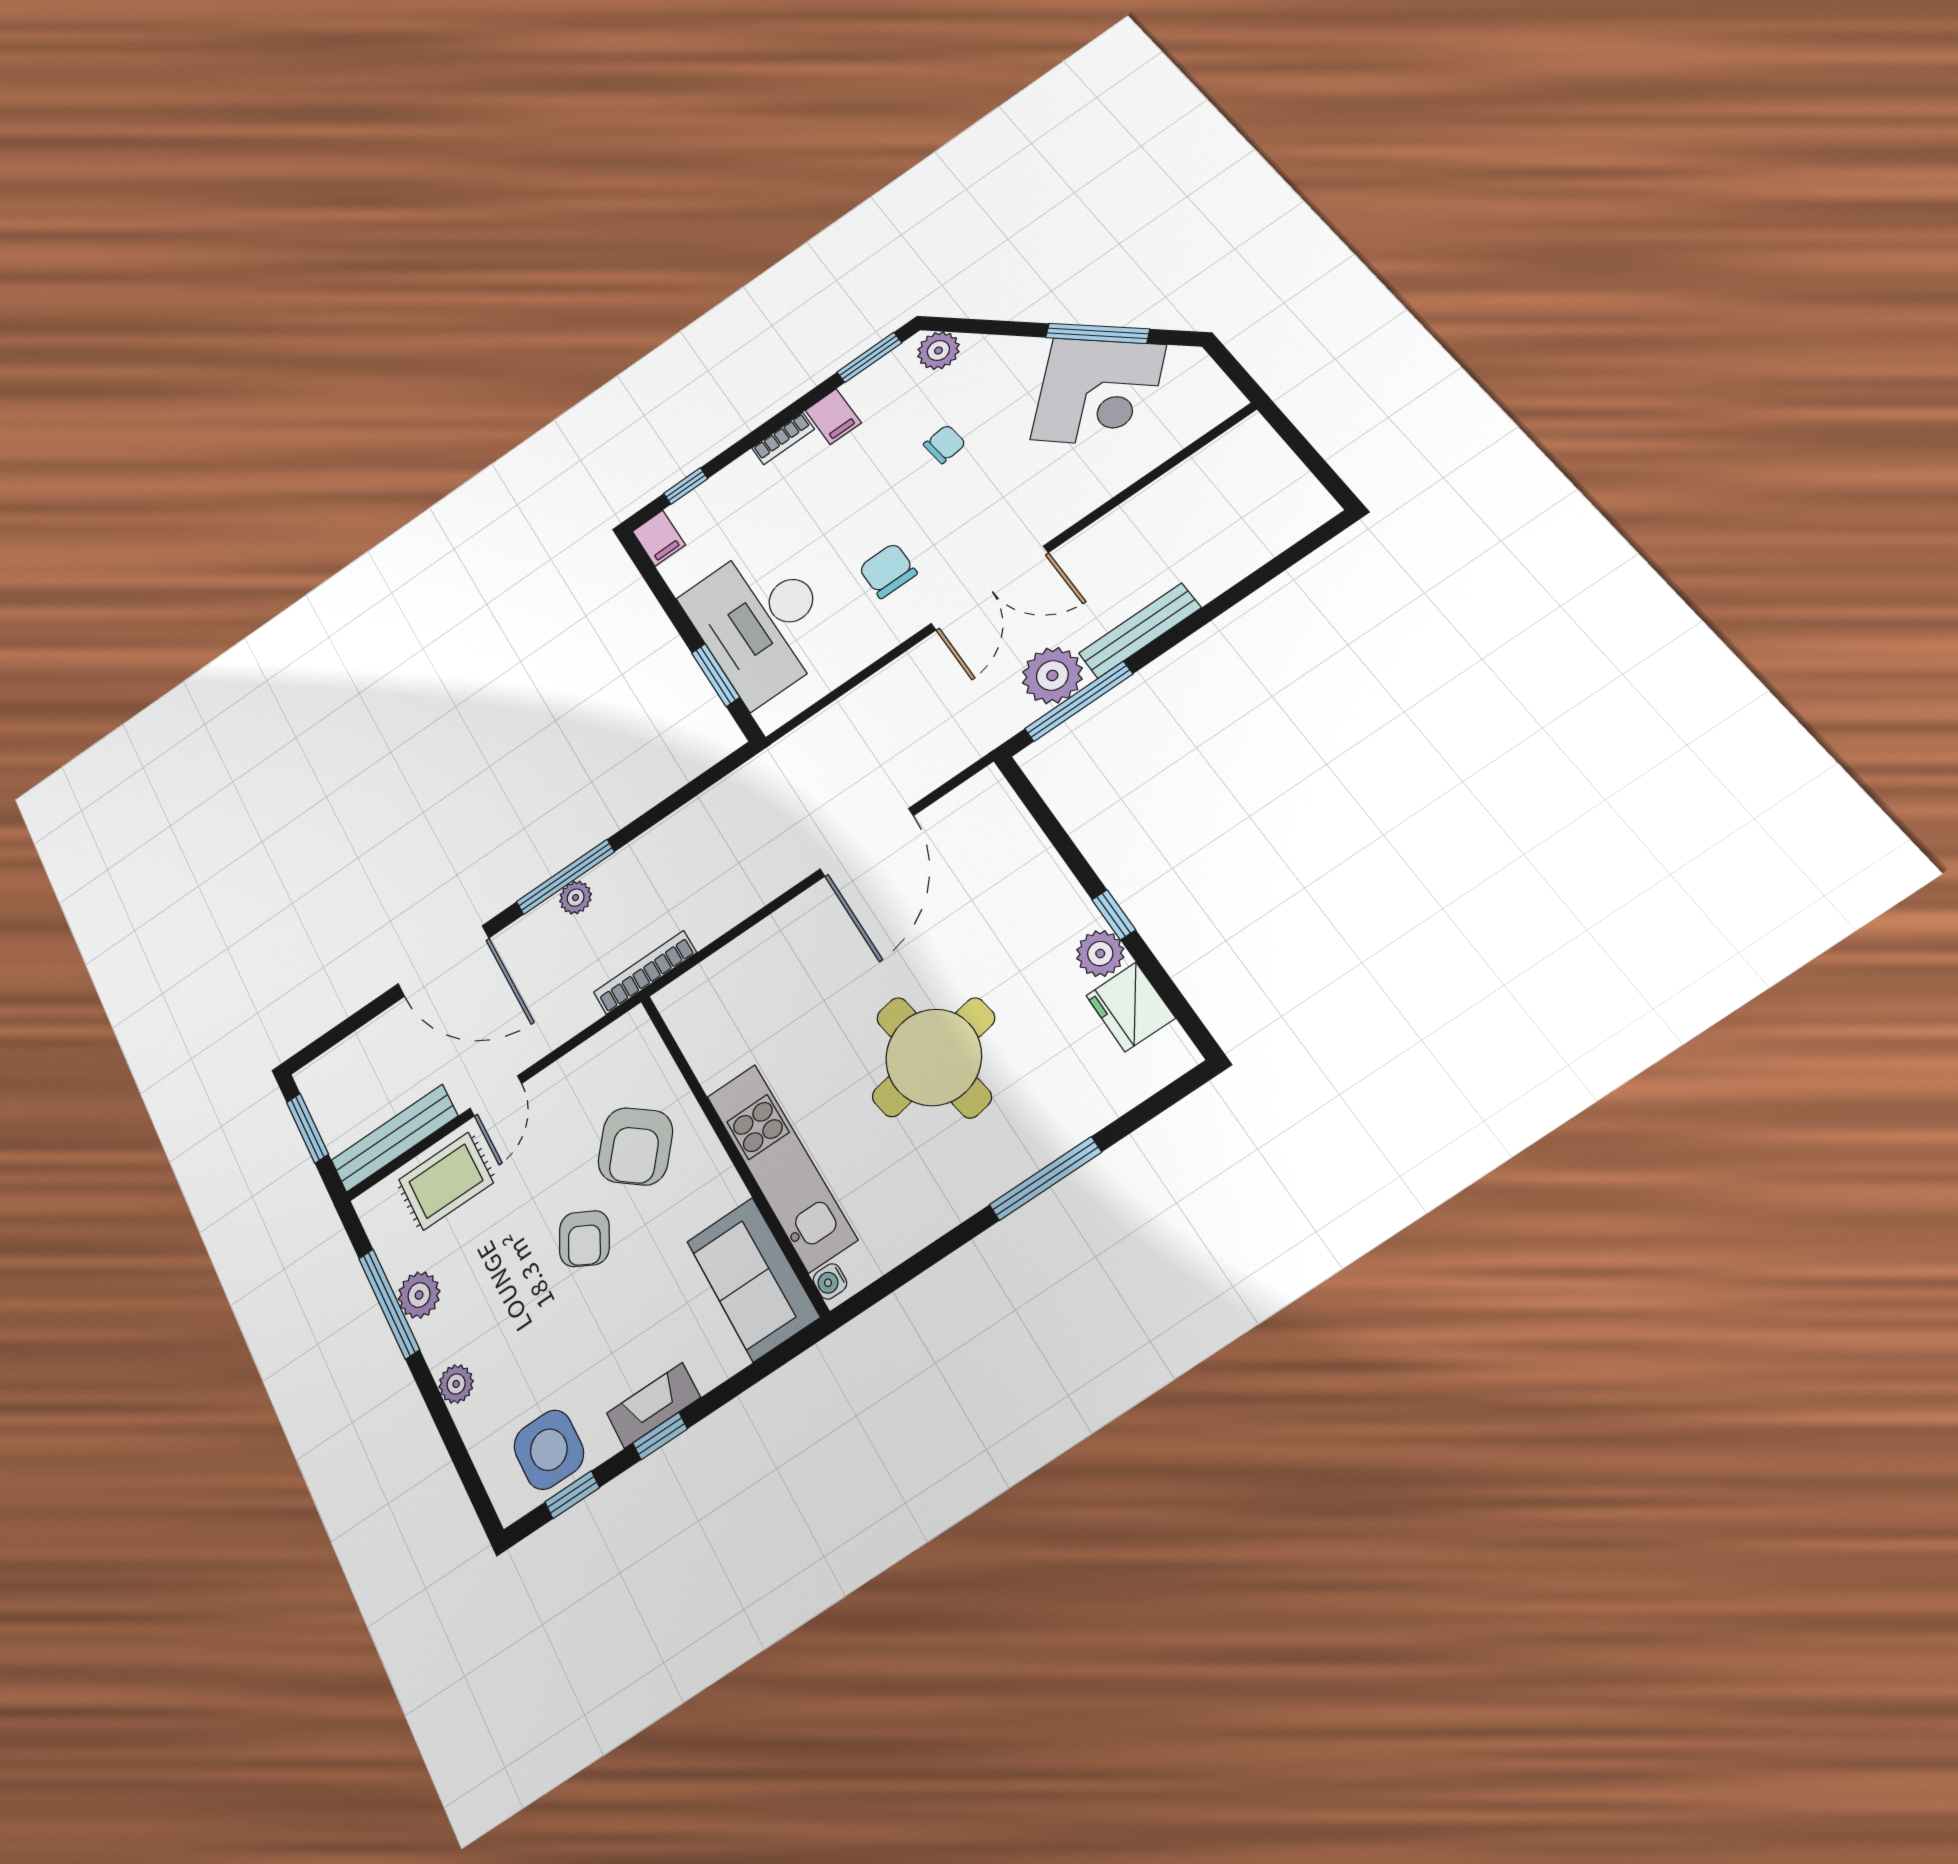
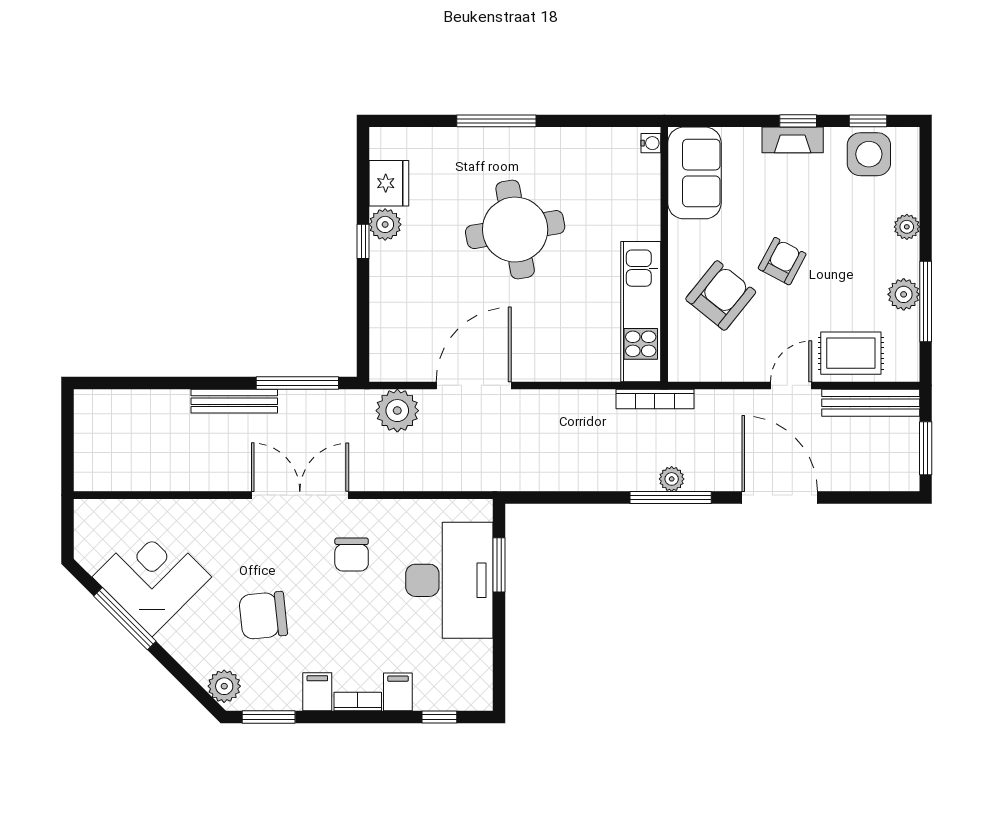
chair: (945, 444) -> (263, 615), width x1.87, depth x1.87
filing cabinet: (659, 538) -> (398, 692), moved
plant: (1052, 675) -> (397, 411), moved
kitchen unit: (781, 1167) -> (641, 312), moved

